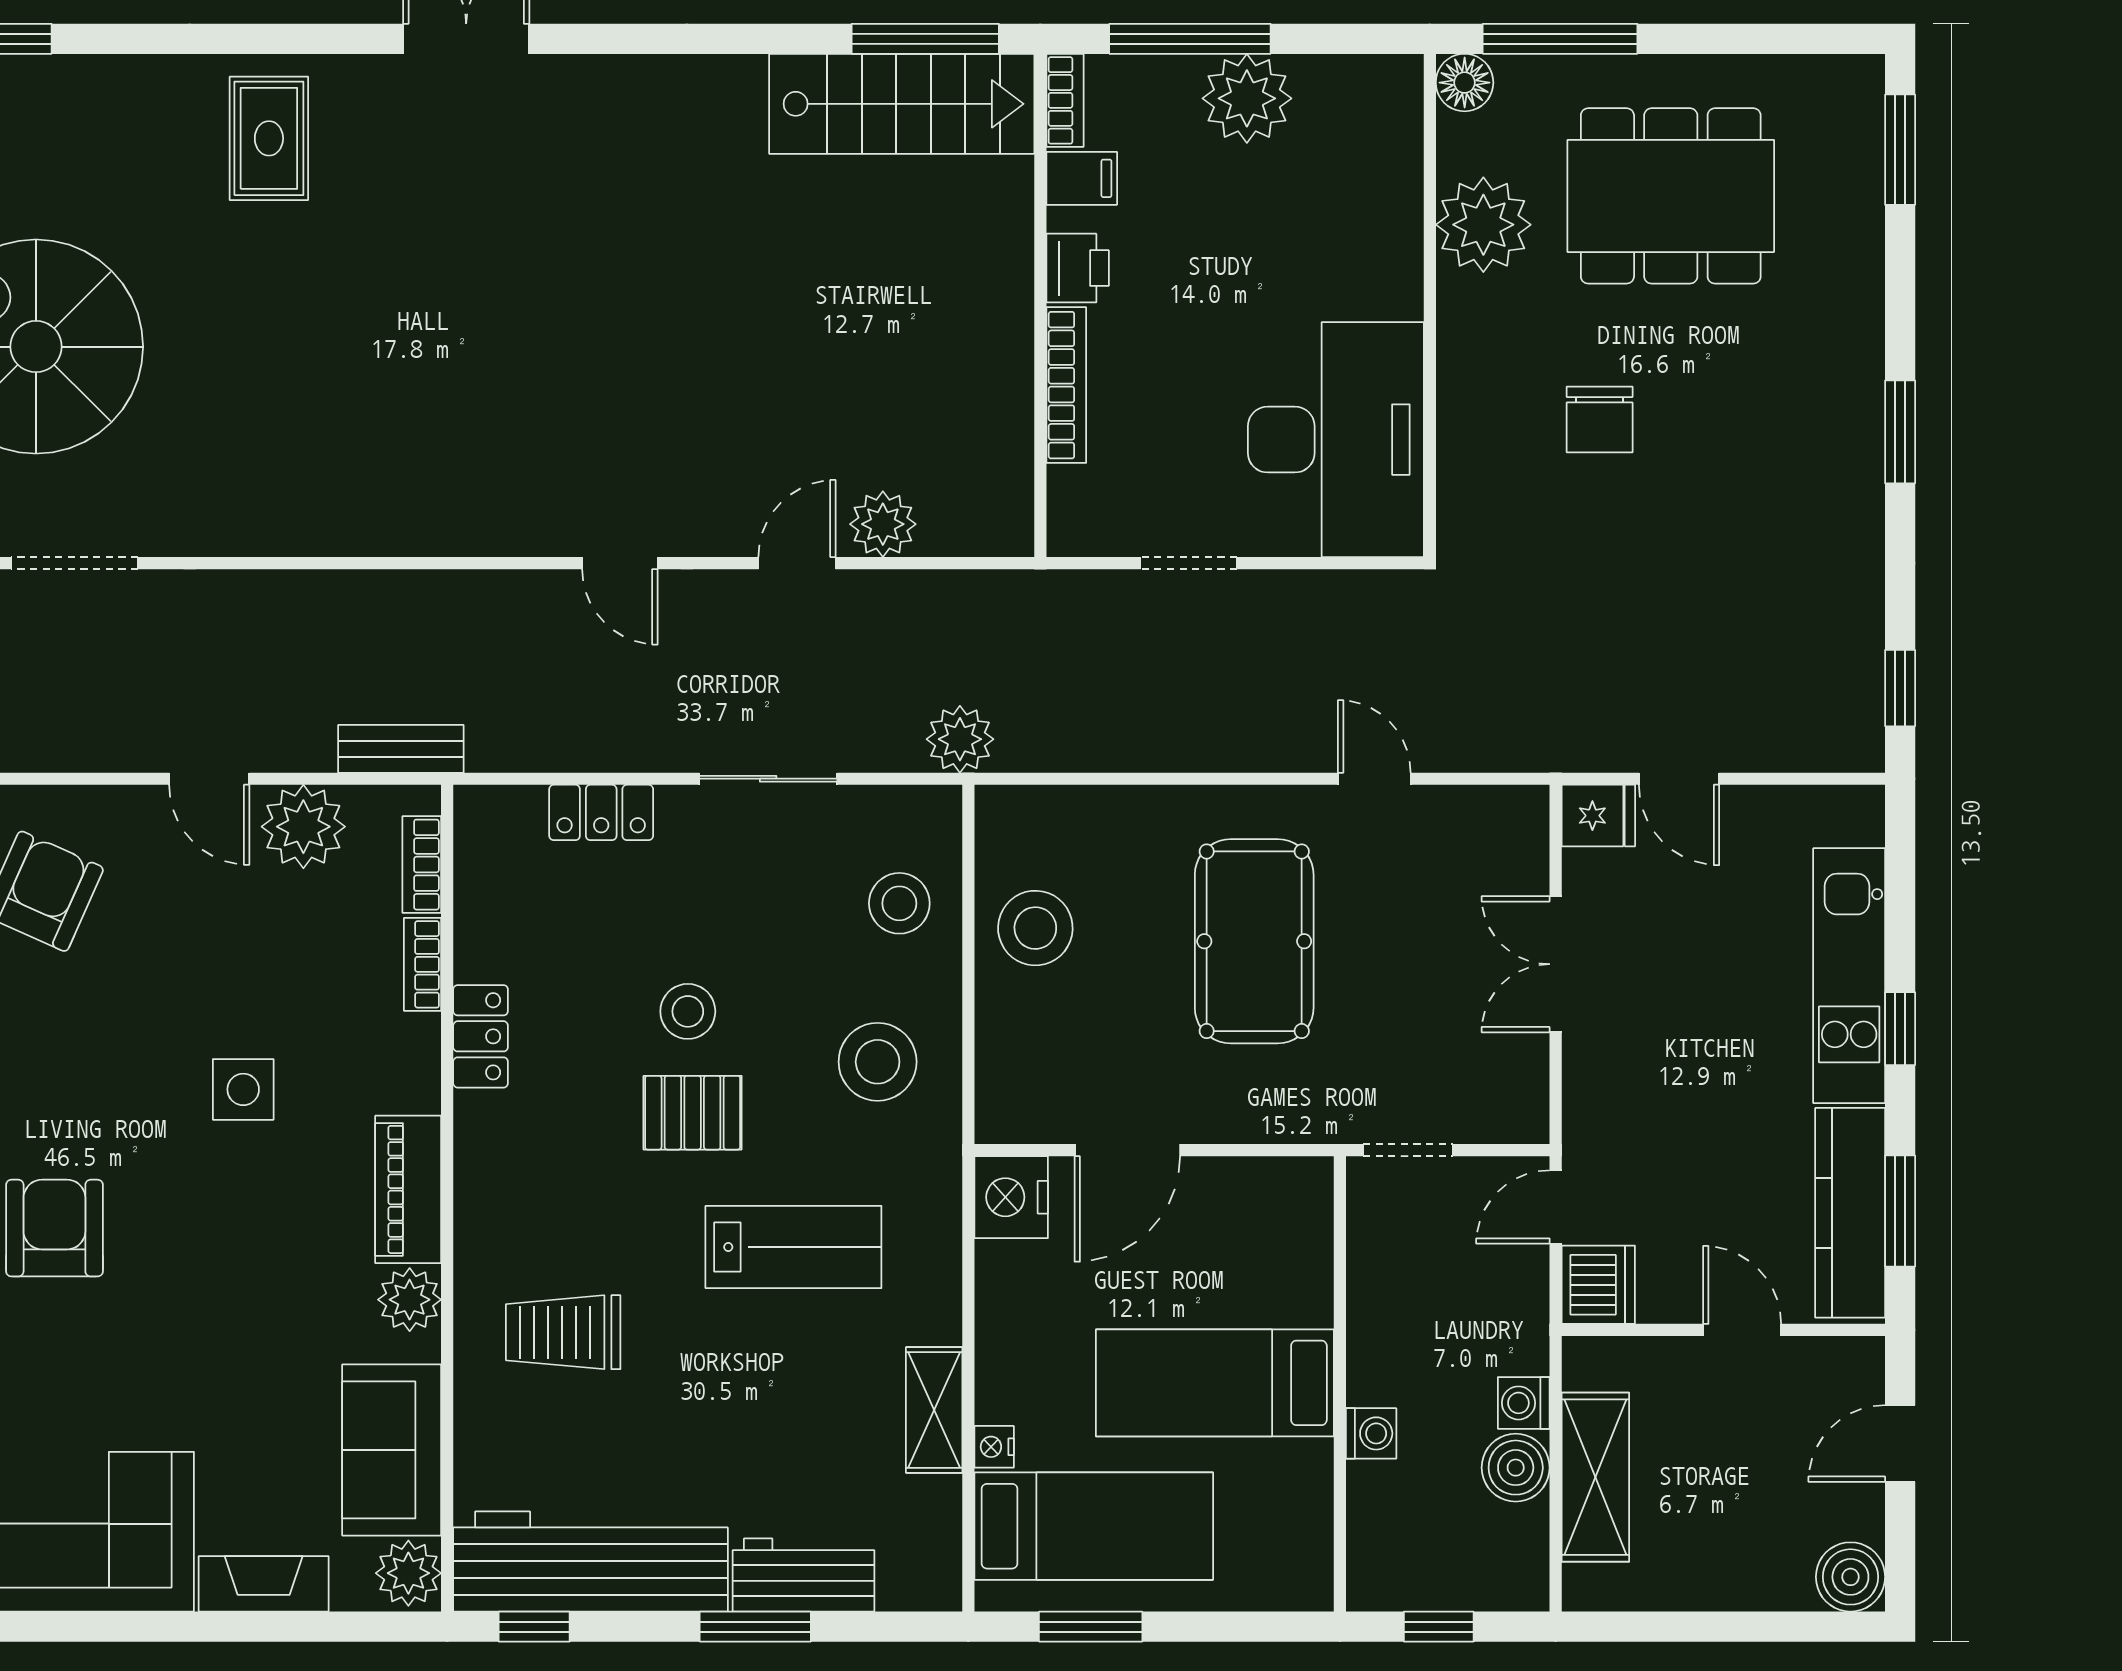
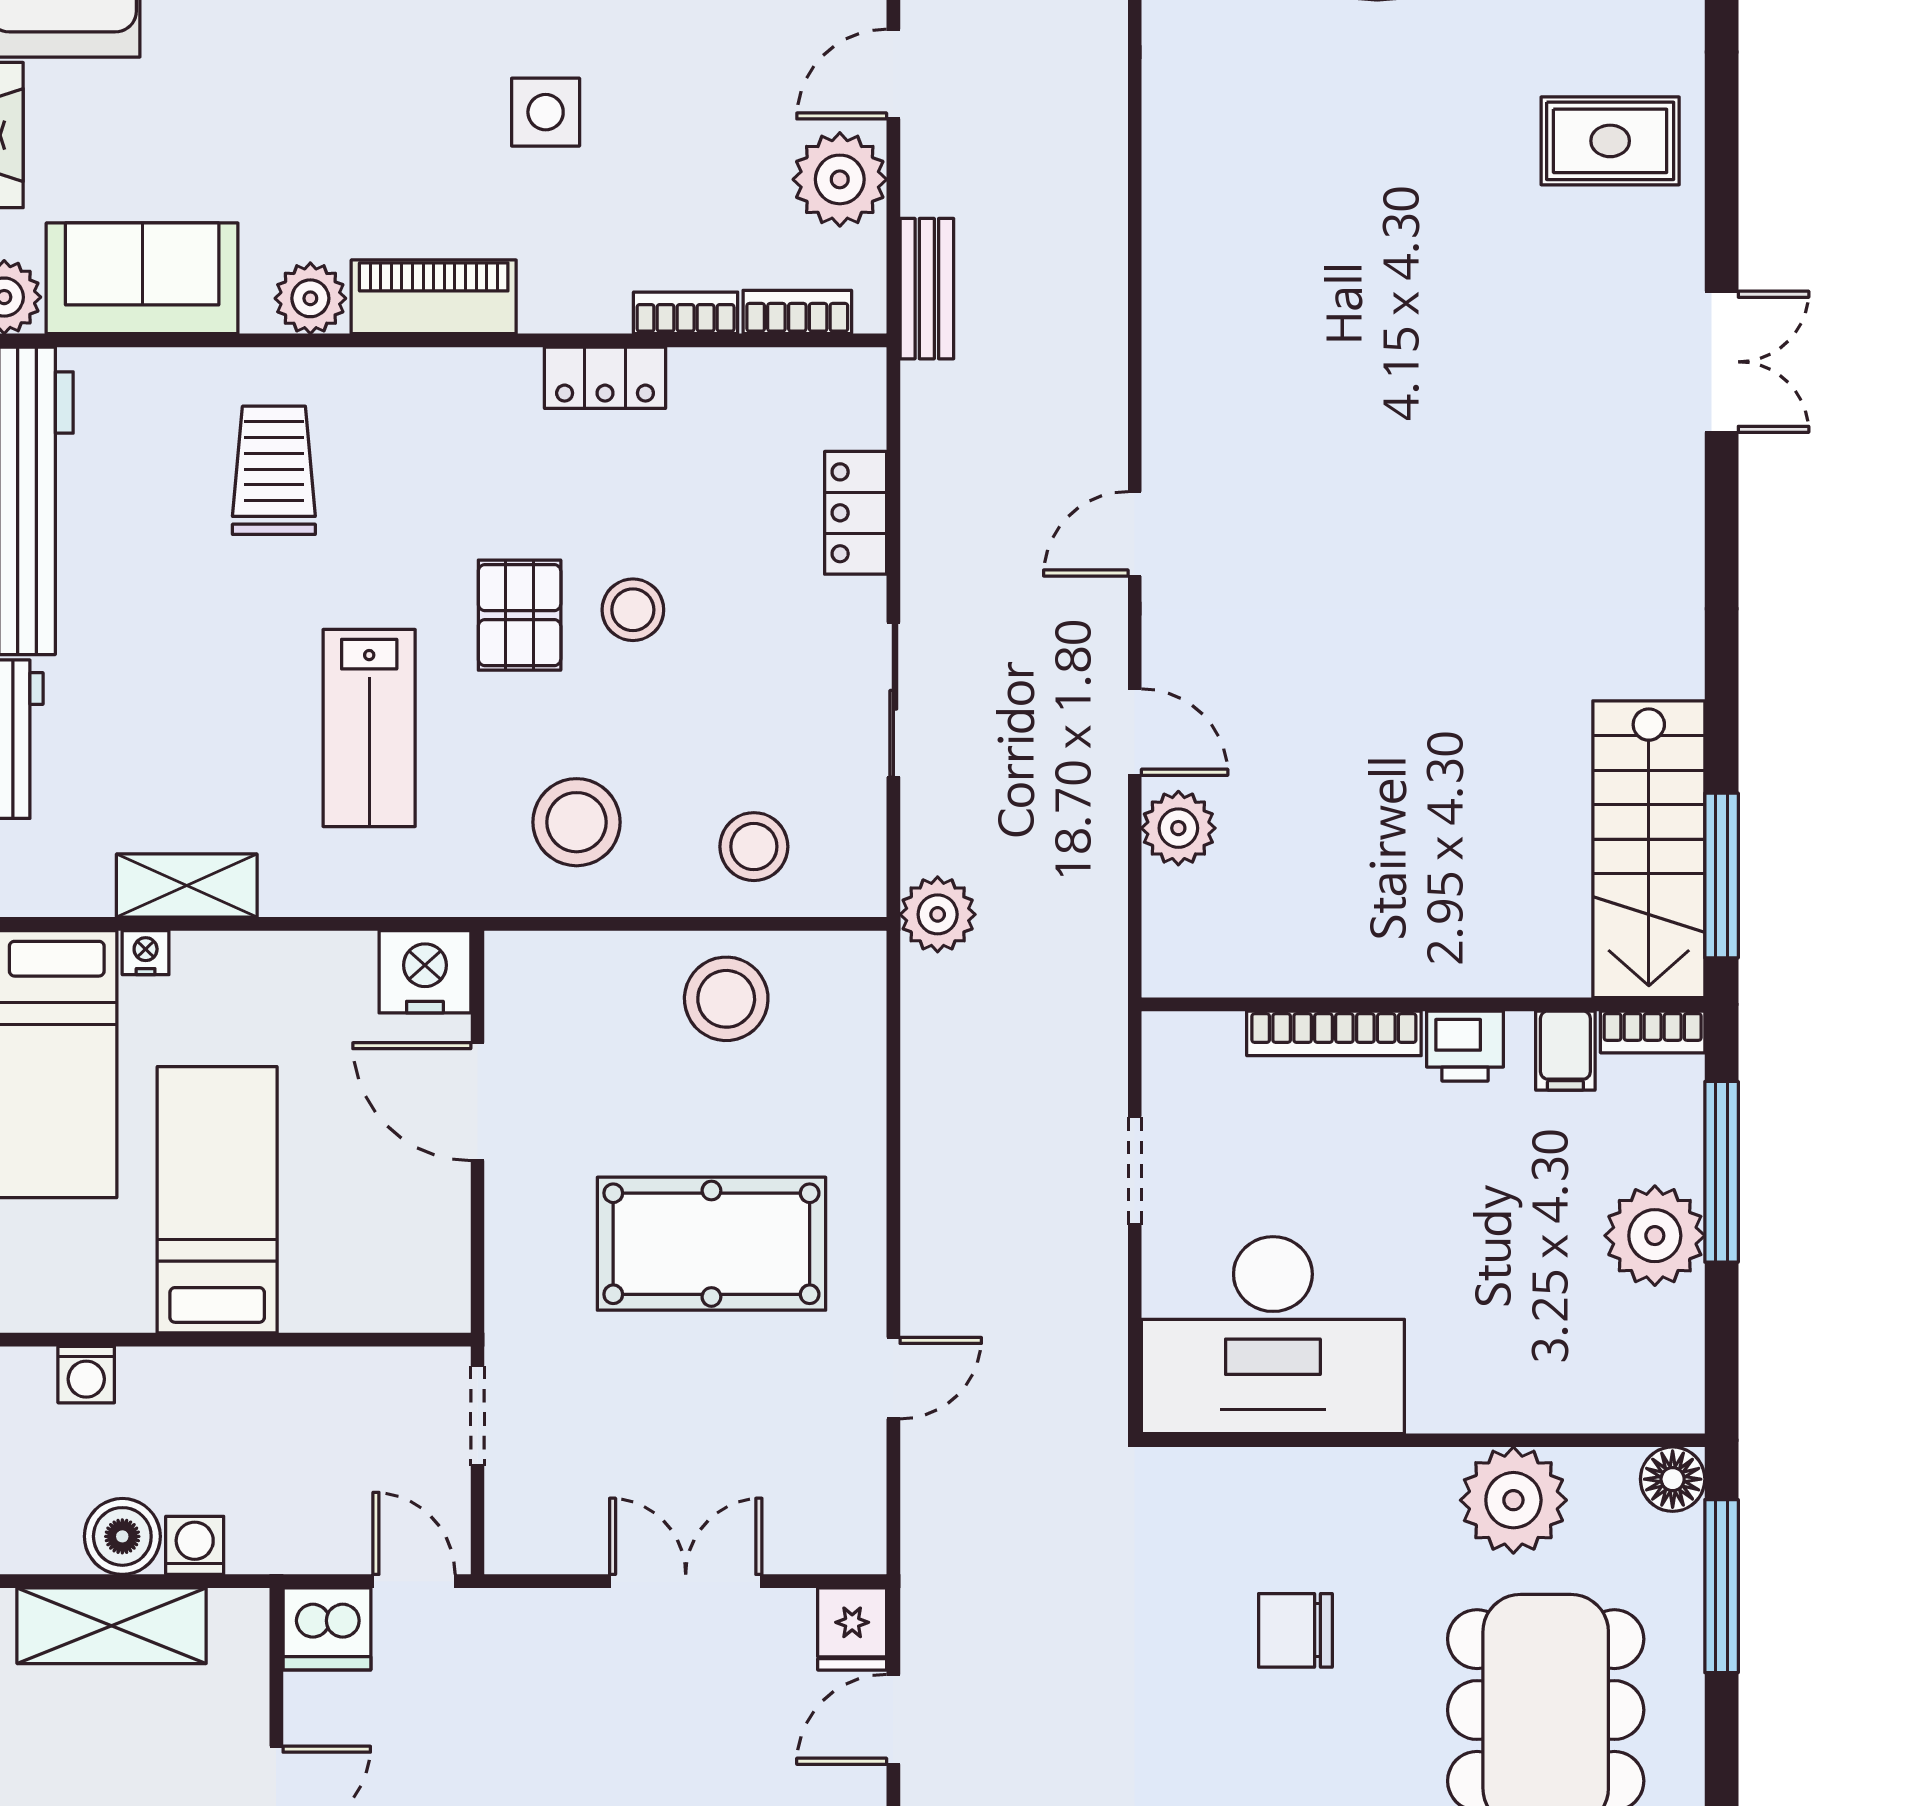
washing machine: (1371, 1433) -> (86, 1375), moved

